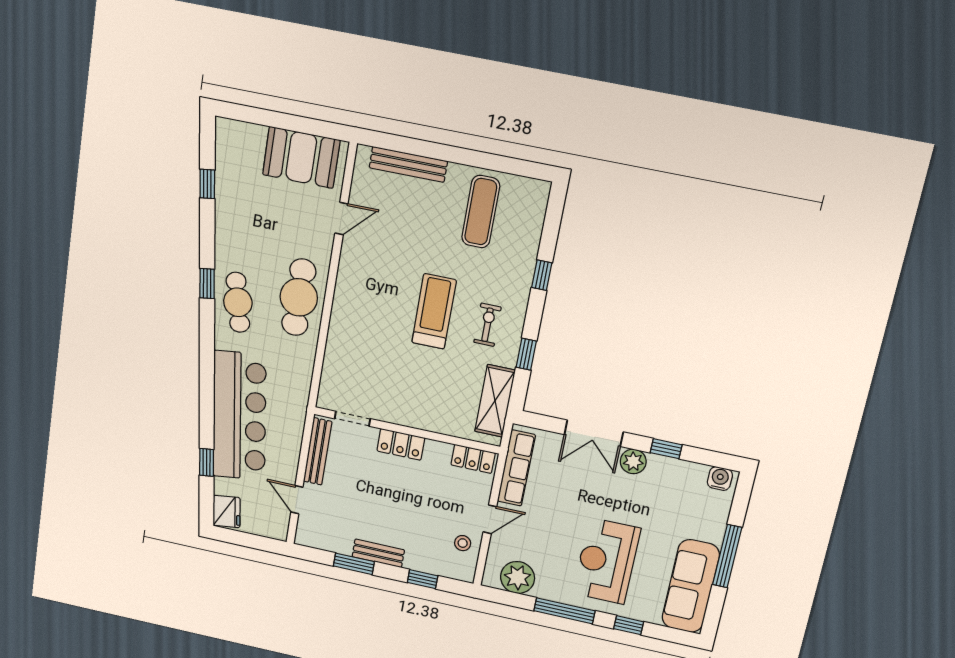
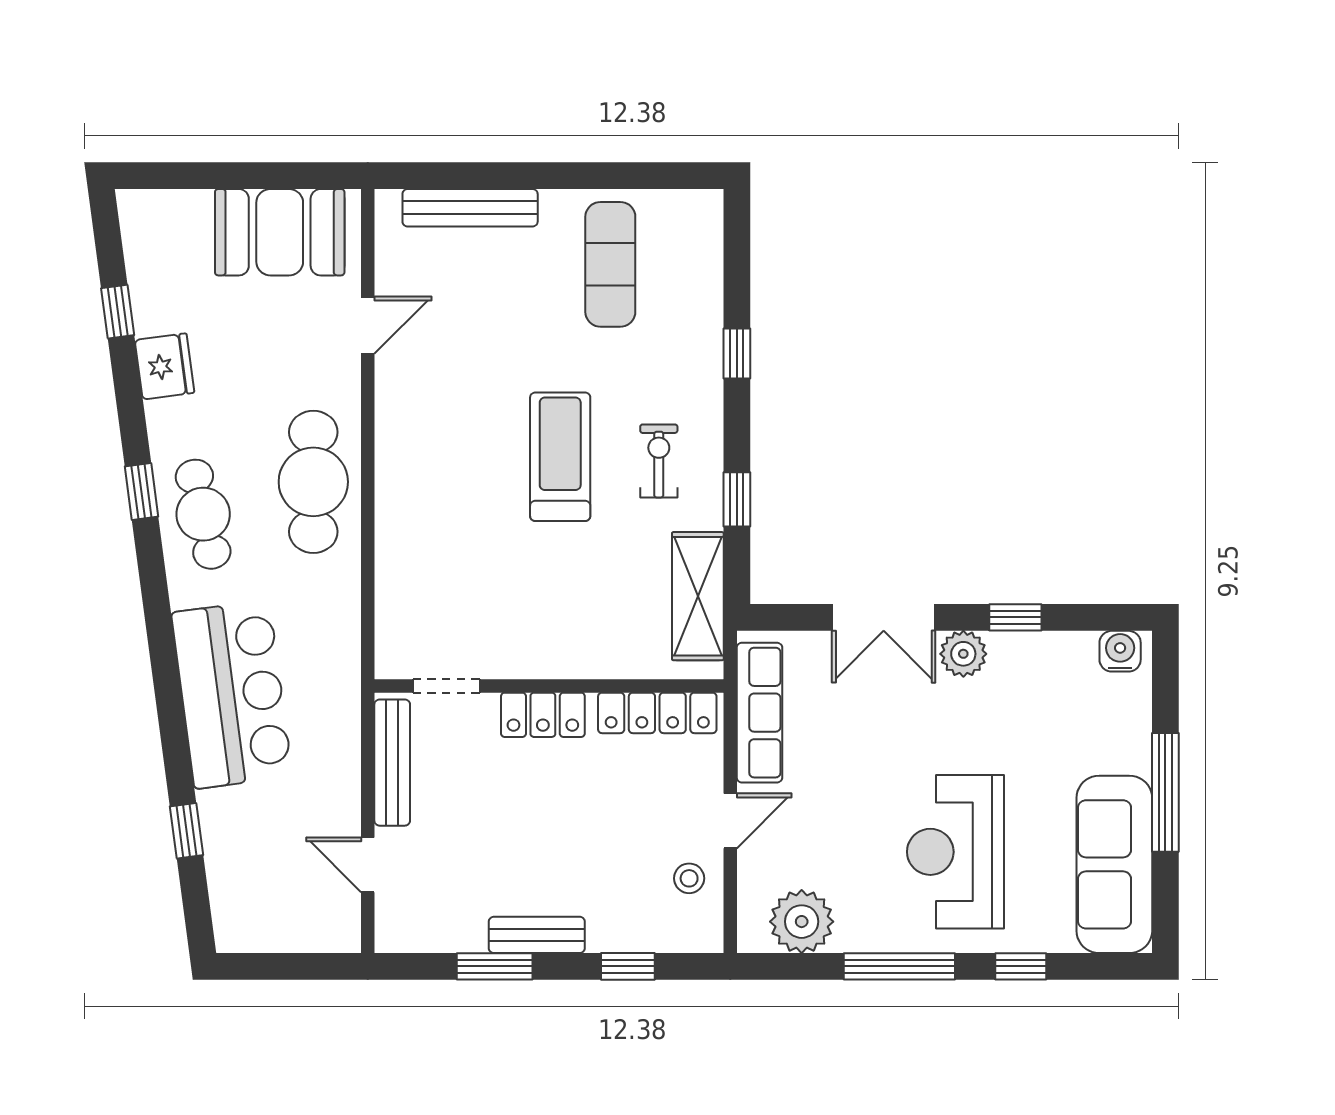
bar counter: (239, 416) -> (232, 694), width x0.73
locker: (473, 459) -> (657, 713), width x1.53
fridge: (227, 512) -> (165, 366), moved

